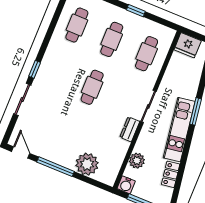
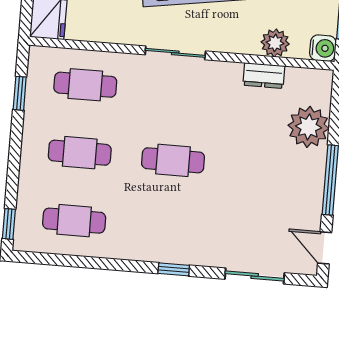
window: (136, 11) -> (20, 93), moved
sliding door: (22, 99) -> (255, 276), moved
dresser: (130, 129) -> (264, 76), moved
door: (21, 152) -> (325, 248), hinge flipped

